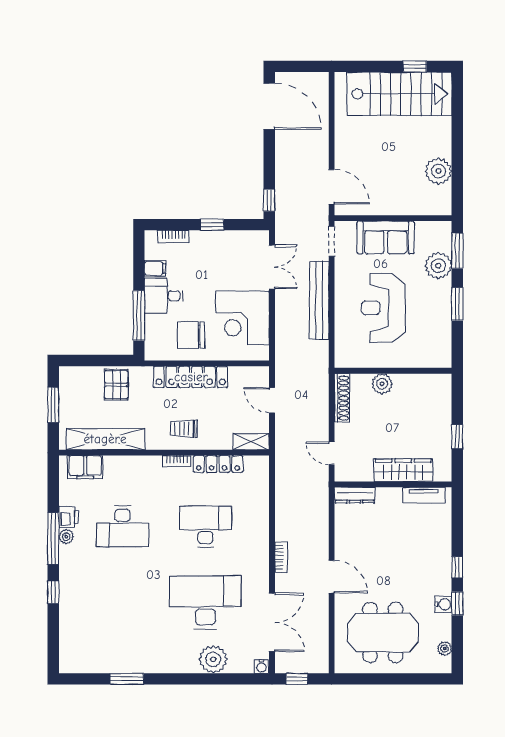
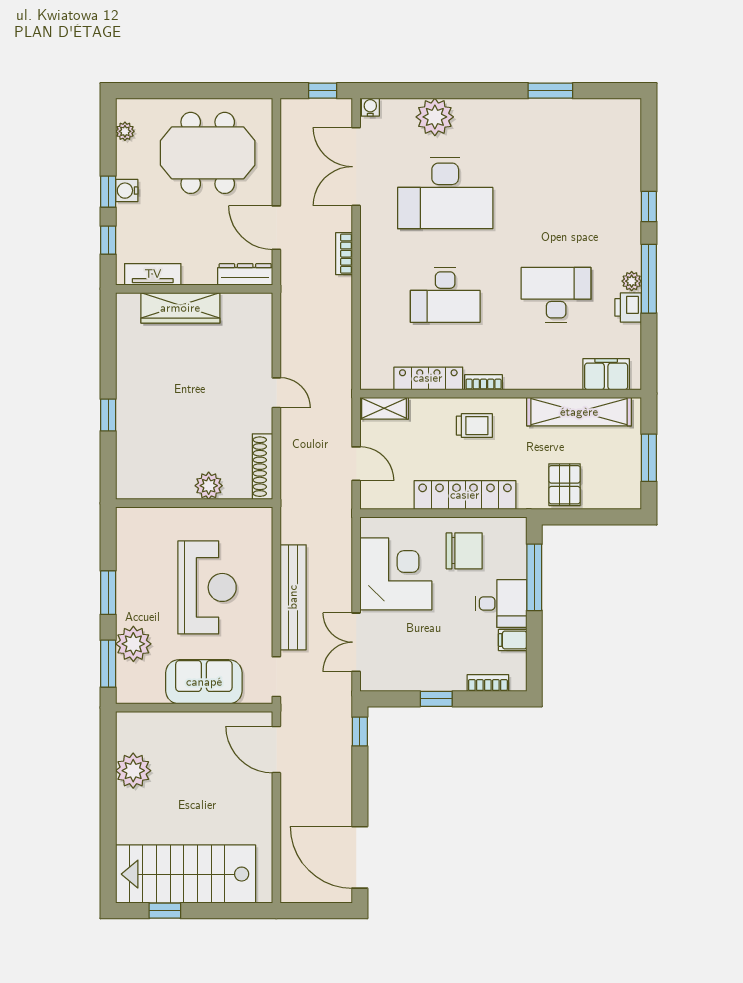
wardrobe: (403, 470) -> (180, 308), moved
wall: (393, 484) -> (194, 289), moved
dresser: (355, 495) -> (245, 274), moved
tv unit: (424, 495) -> (153, 274), moved

